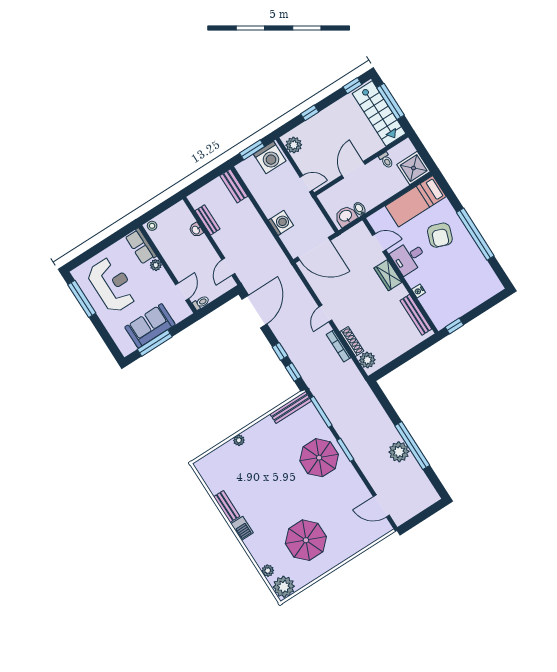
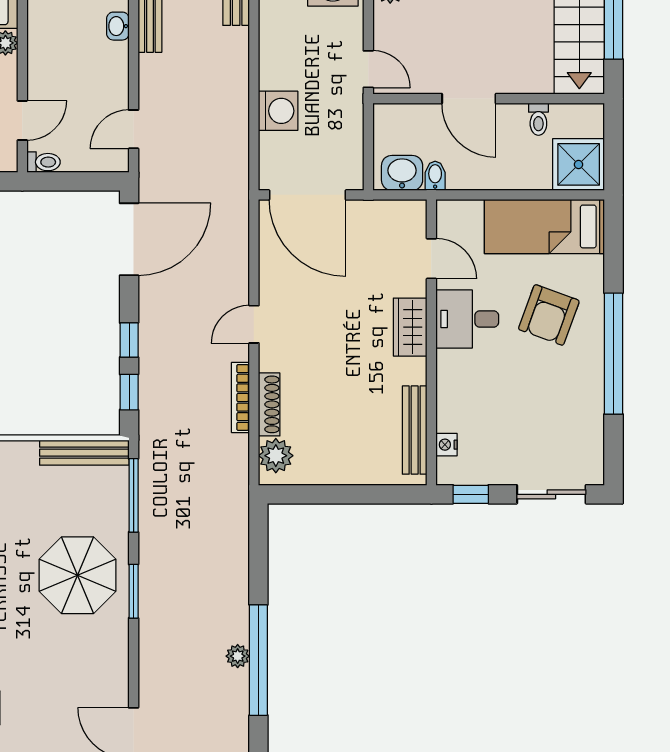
door: (353, 170) -> (469, 99), swing flipped
nightstand: (418, 291) -> (447, 445), moved
sliding door: (486, 306) -> (551, 494), added
plant: (399, 452) -> (238, 656), width x0.53, depth x0.53

